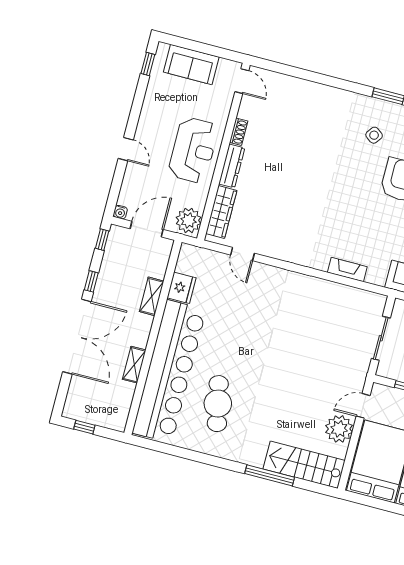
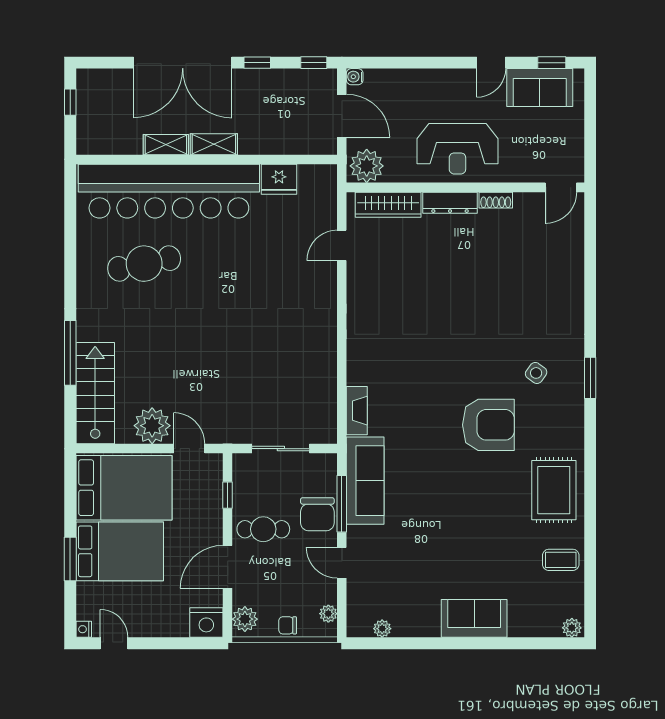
sofa: (191, 65) -> (540, 88), moved, turned -90
door: (126, 149) -> (491, 63), moved
fireplace: (347, 270) -> (357, 411), moved
shelving: (152, 296) -> (214, 144), moved

